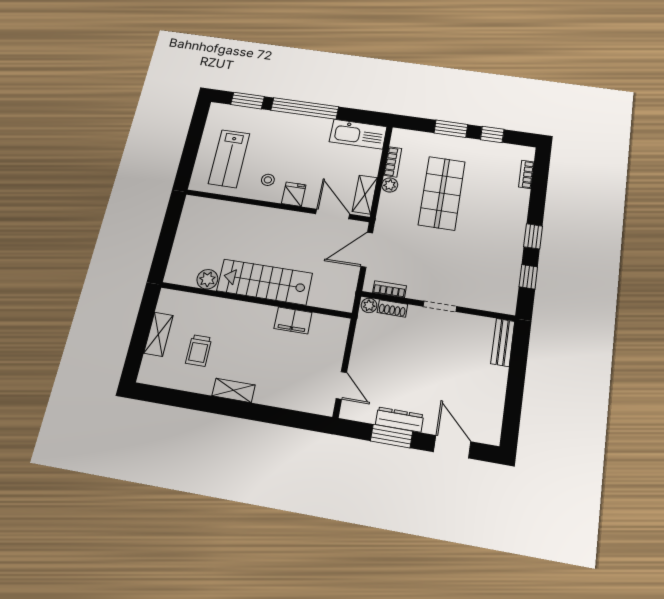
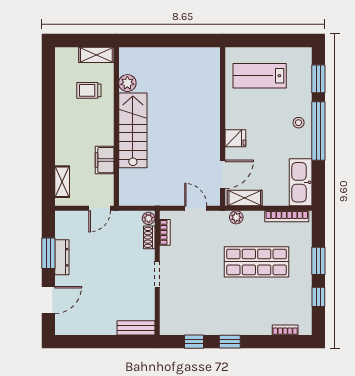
bookcase: (393, 162) -> (287, 216), width x1.56
stool: (268, 180) -> (299, 123), moved
plant: (390, 185) -> (236, 217), moved
door: (367, 250) -> (196, 208), width x0.73
plant: (207, 279) -> (127, 83), moved
stairs: (265, 282) -> (133, 130), moved
wall: (256, 300) -> (116, 126), moved
filing cabinet: (293, 320) -> (105, 160), moved
door: (341, 385) -> (100, 208), moved
shelving: (234, 390) -> (62, 182), moved

